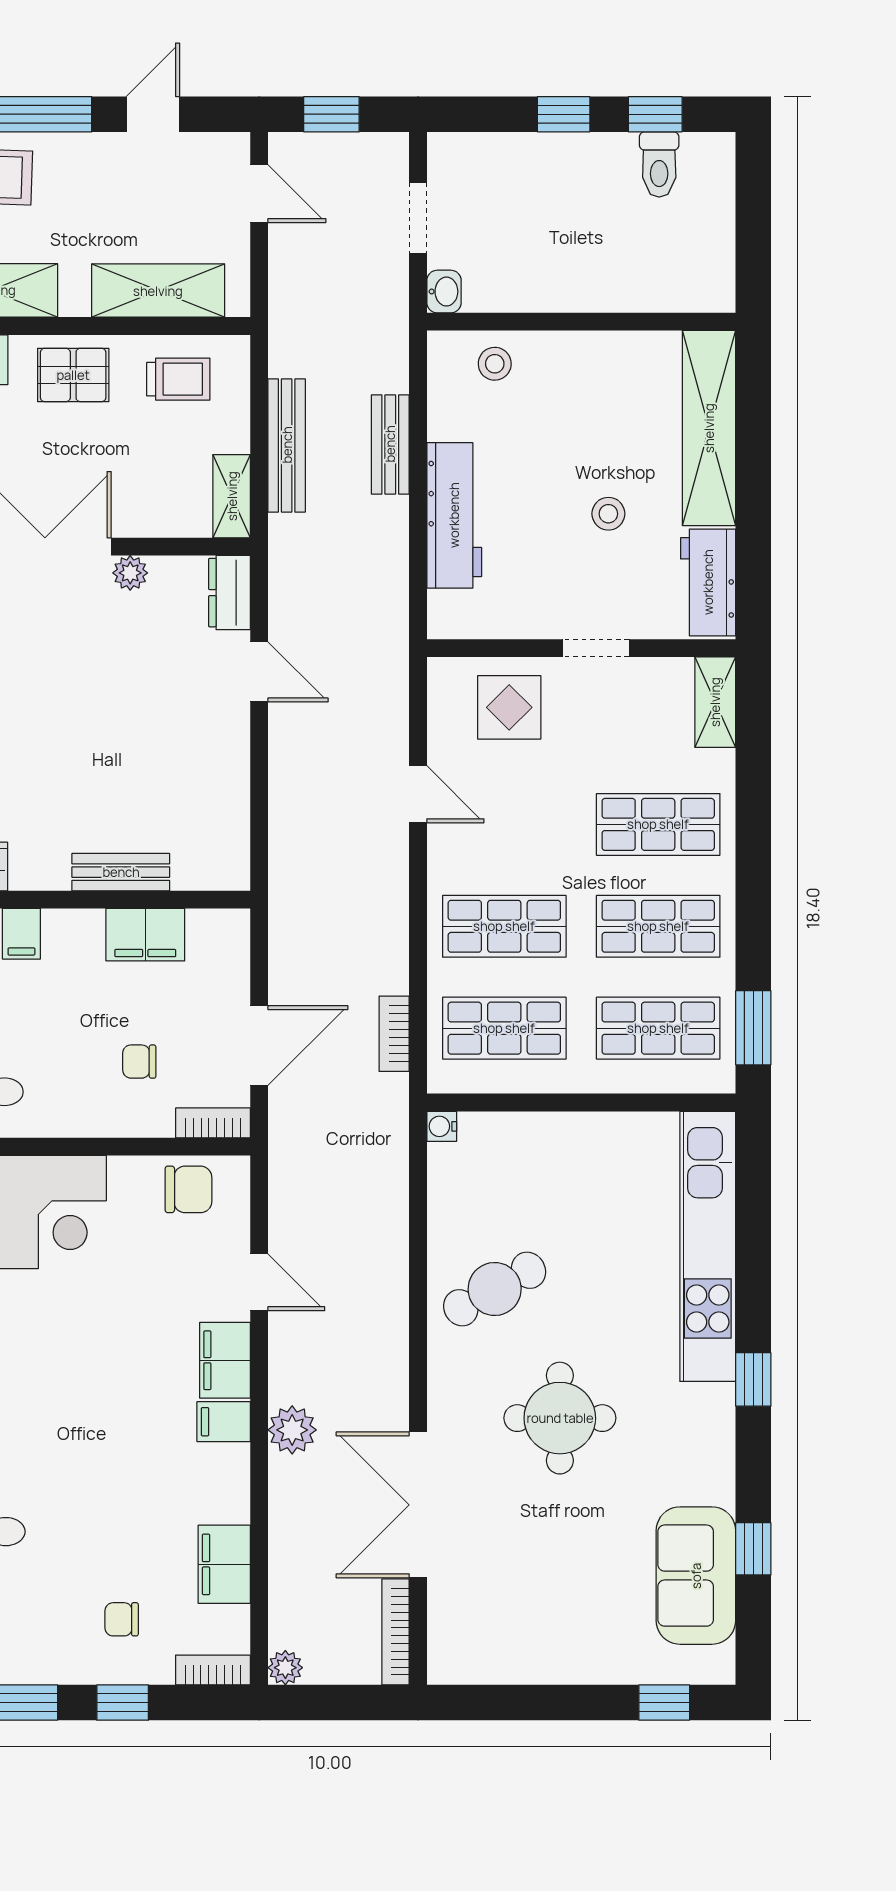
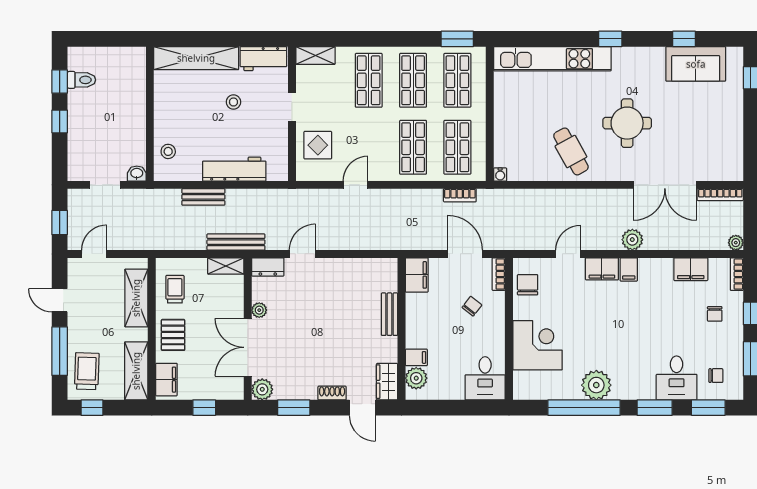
bench: (287, 445) -> (236, 242), moved
filing cabinet: (145, 935) -> (417, 275), moved
chair: (139, 1062) -> (472, 306), turned -142

